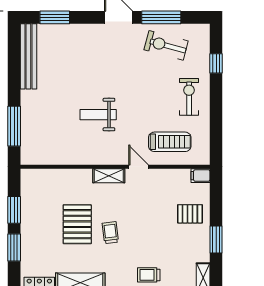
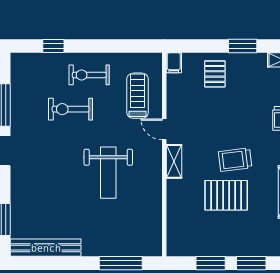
exercise bike: (166, 45) -> (71, 109), moved, turned 75
weight bench: (98, 115) -> (108, 173), width x1.36, depth x1.33
door: (138, 167) -> (164, 129), hinge flipped
trolley: (110, 233) -> (235, 160), width x1.36, depth x1.39

